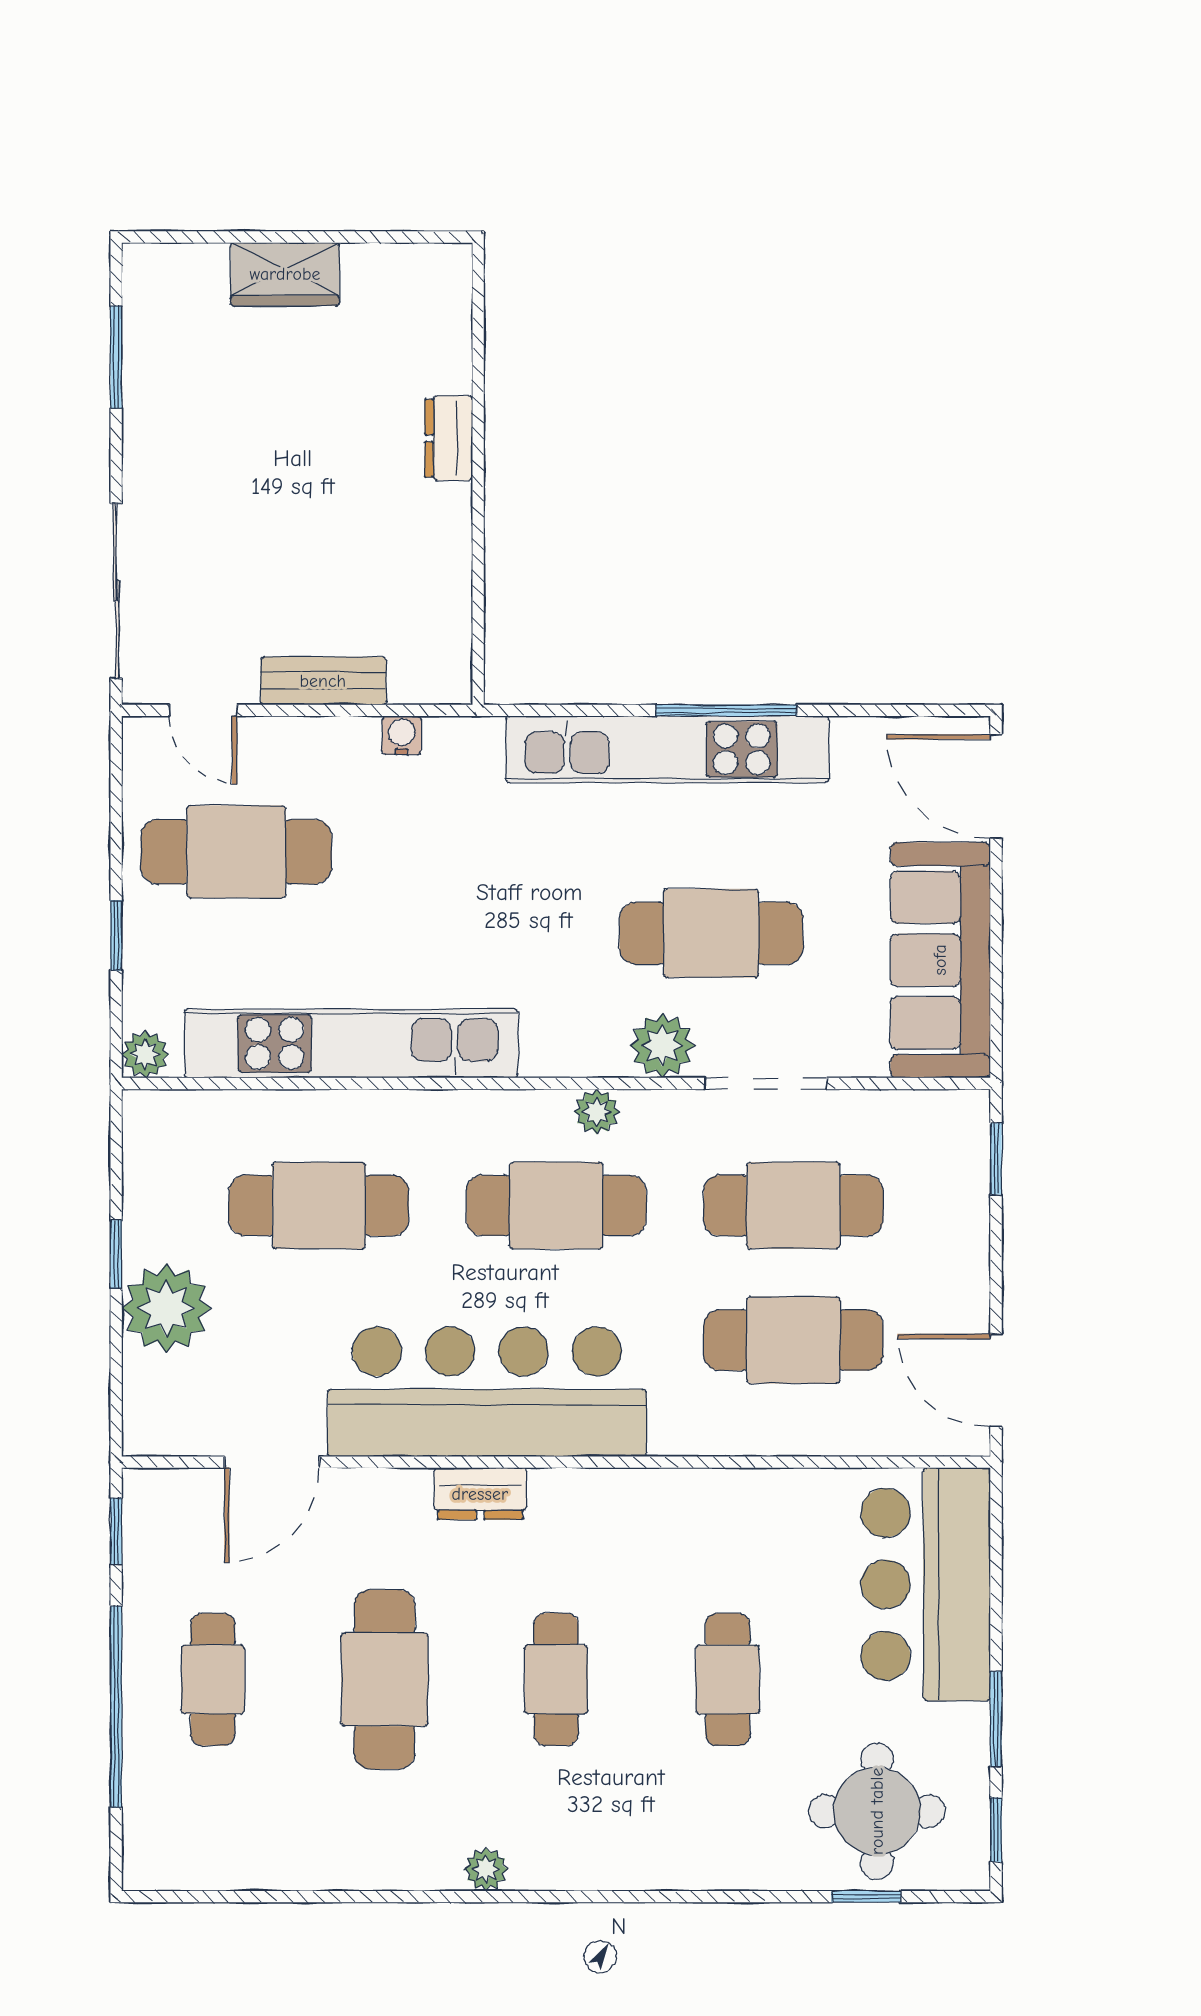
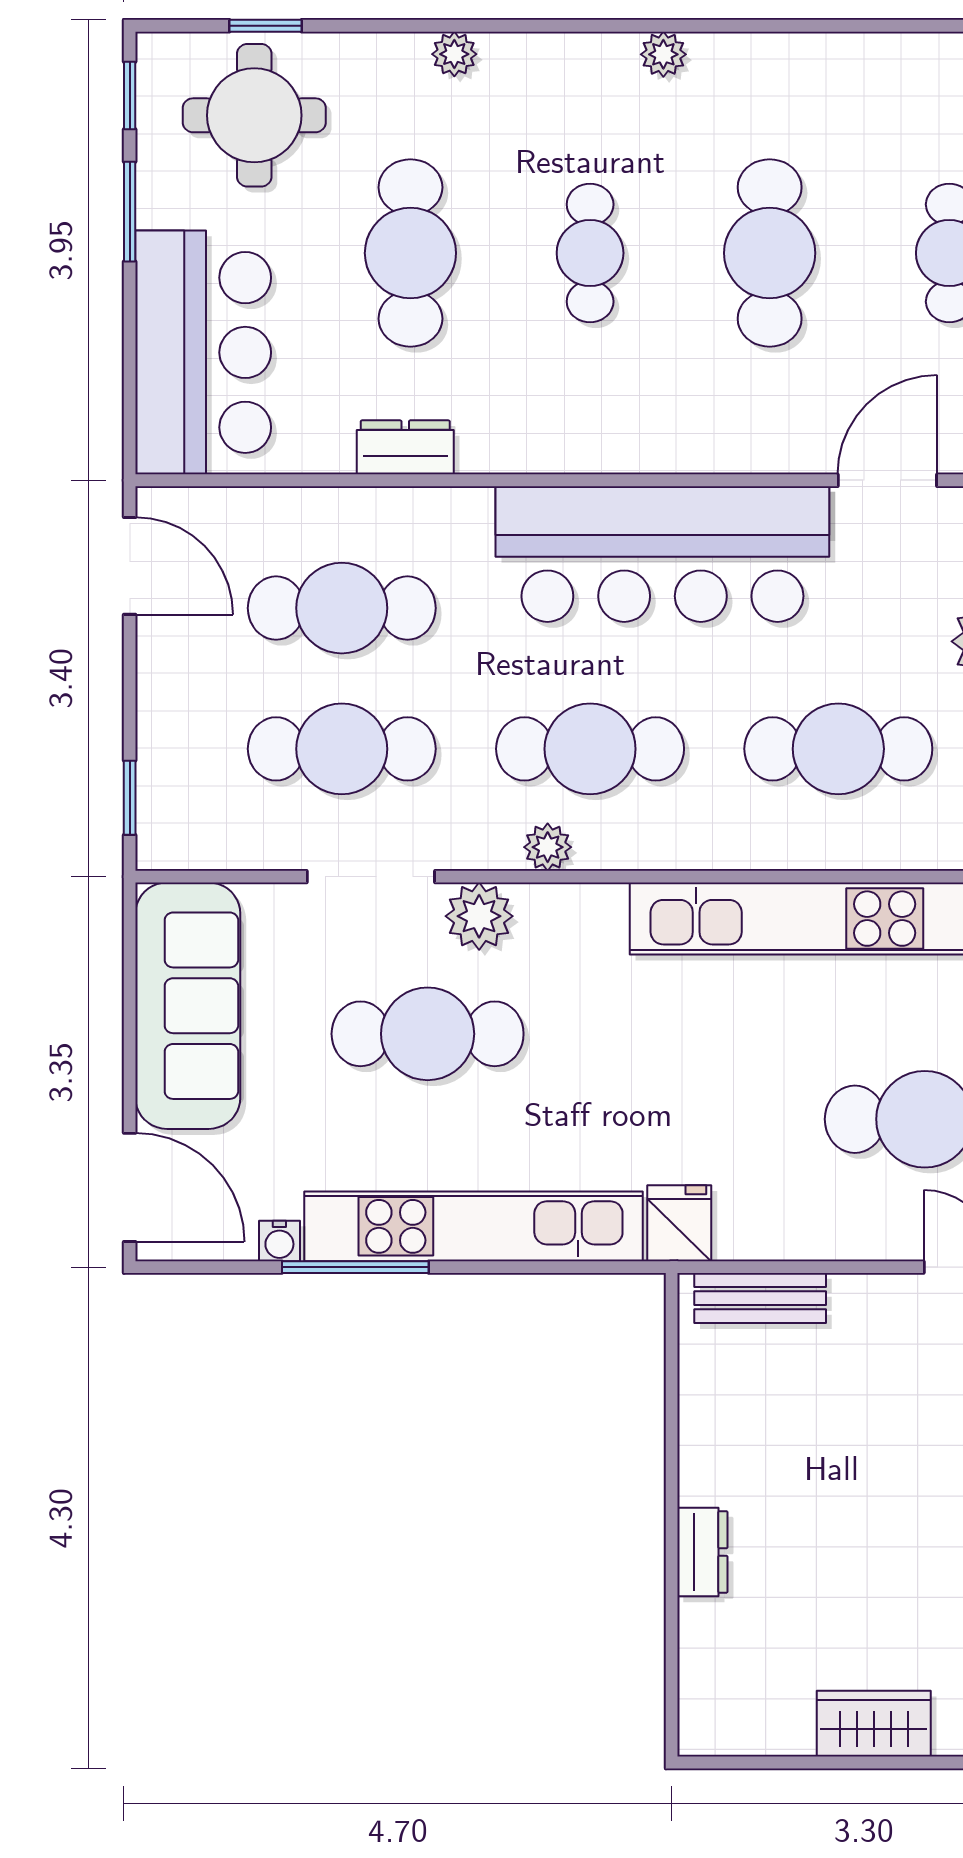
bench: (323, 681) -> (760, 1298), moved
window: (727, 710) -> (355, 1267), moved
water cooler: (402, 735) -> (279, 1241), moved
fridge: (471, 752) -> (679, 1223), added
dresser: (480, 1494) -> (405, 447), moved
cafe table: (728, 1679) -> (410, 253), width x1.37, depth x1.35
plant: (686, 1870) -> (454, 54), added

